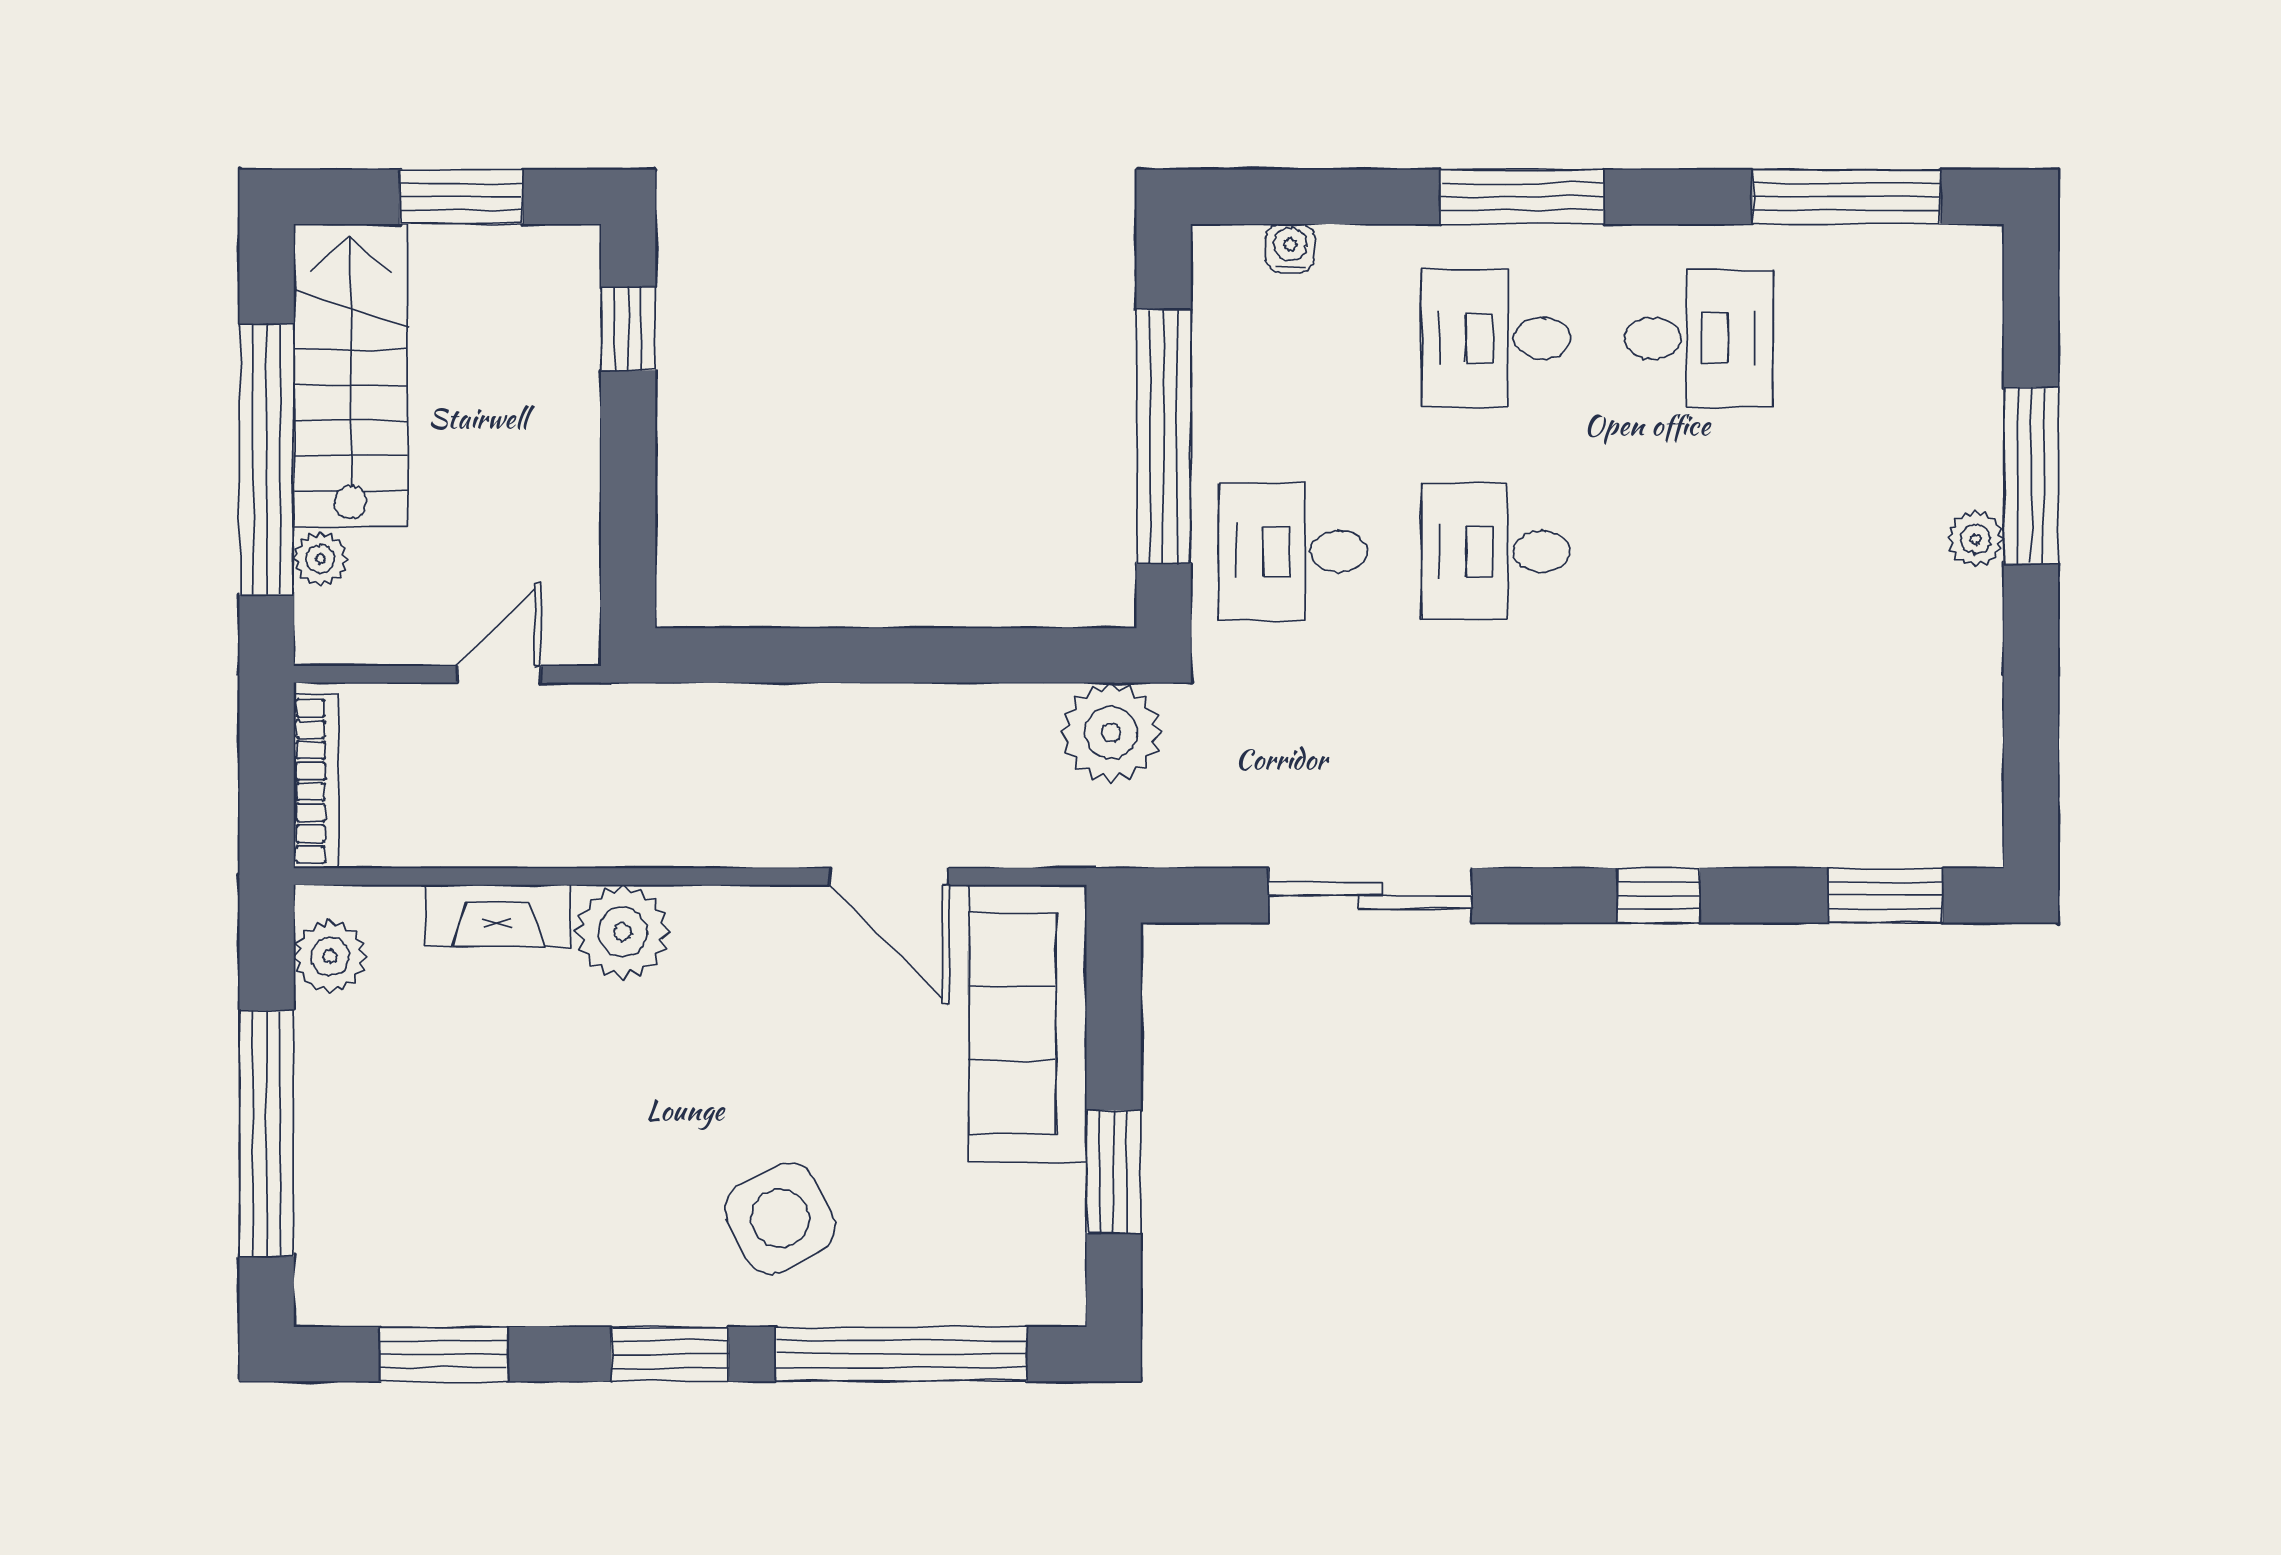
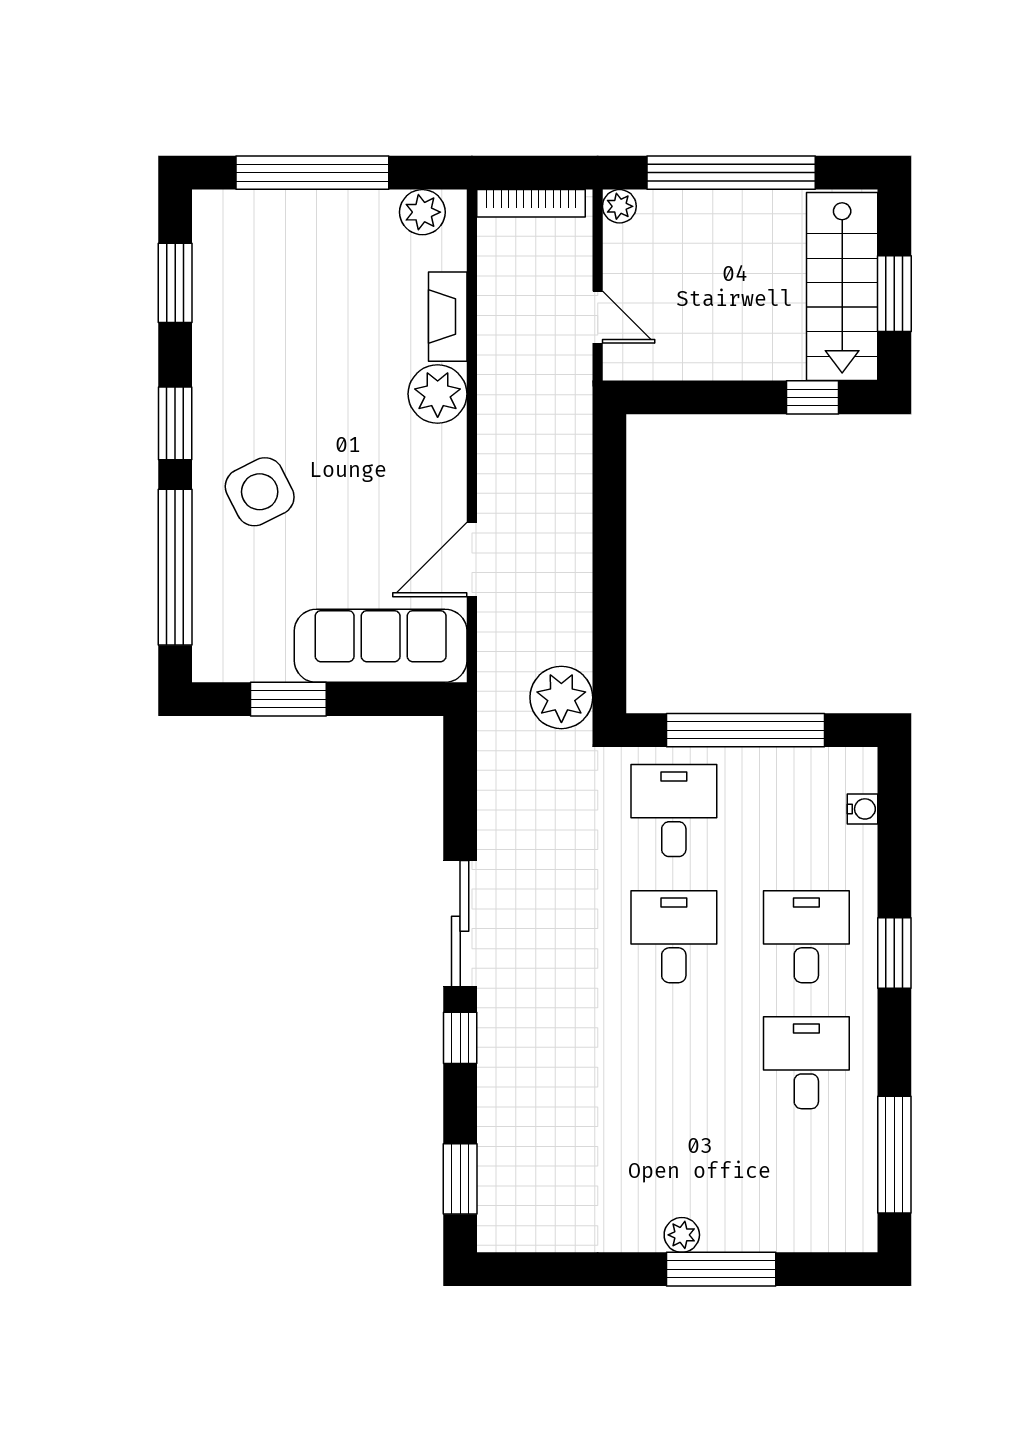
window: (1522, 197) -> (894, 953), width x0.69
desk: (1699, 338) -> (806, 1063), turned 180
stairs: (351, 375) -> (842, 287), moved, turned 90
plant: (321, 559) -> (619, 206), moved
sliding door: (1370, 895) -> (460, 924), moved

